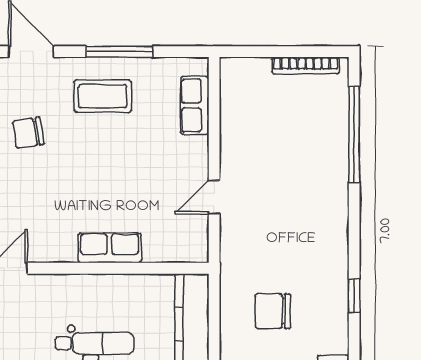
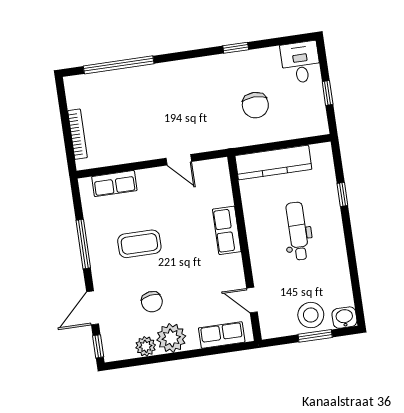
bookcase: (306, 65) -> (78, 134), moved
coffee table: (103, 96) -> (139, 244), moved, turned 90

